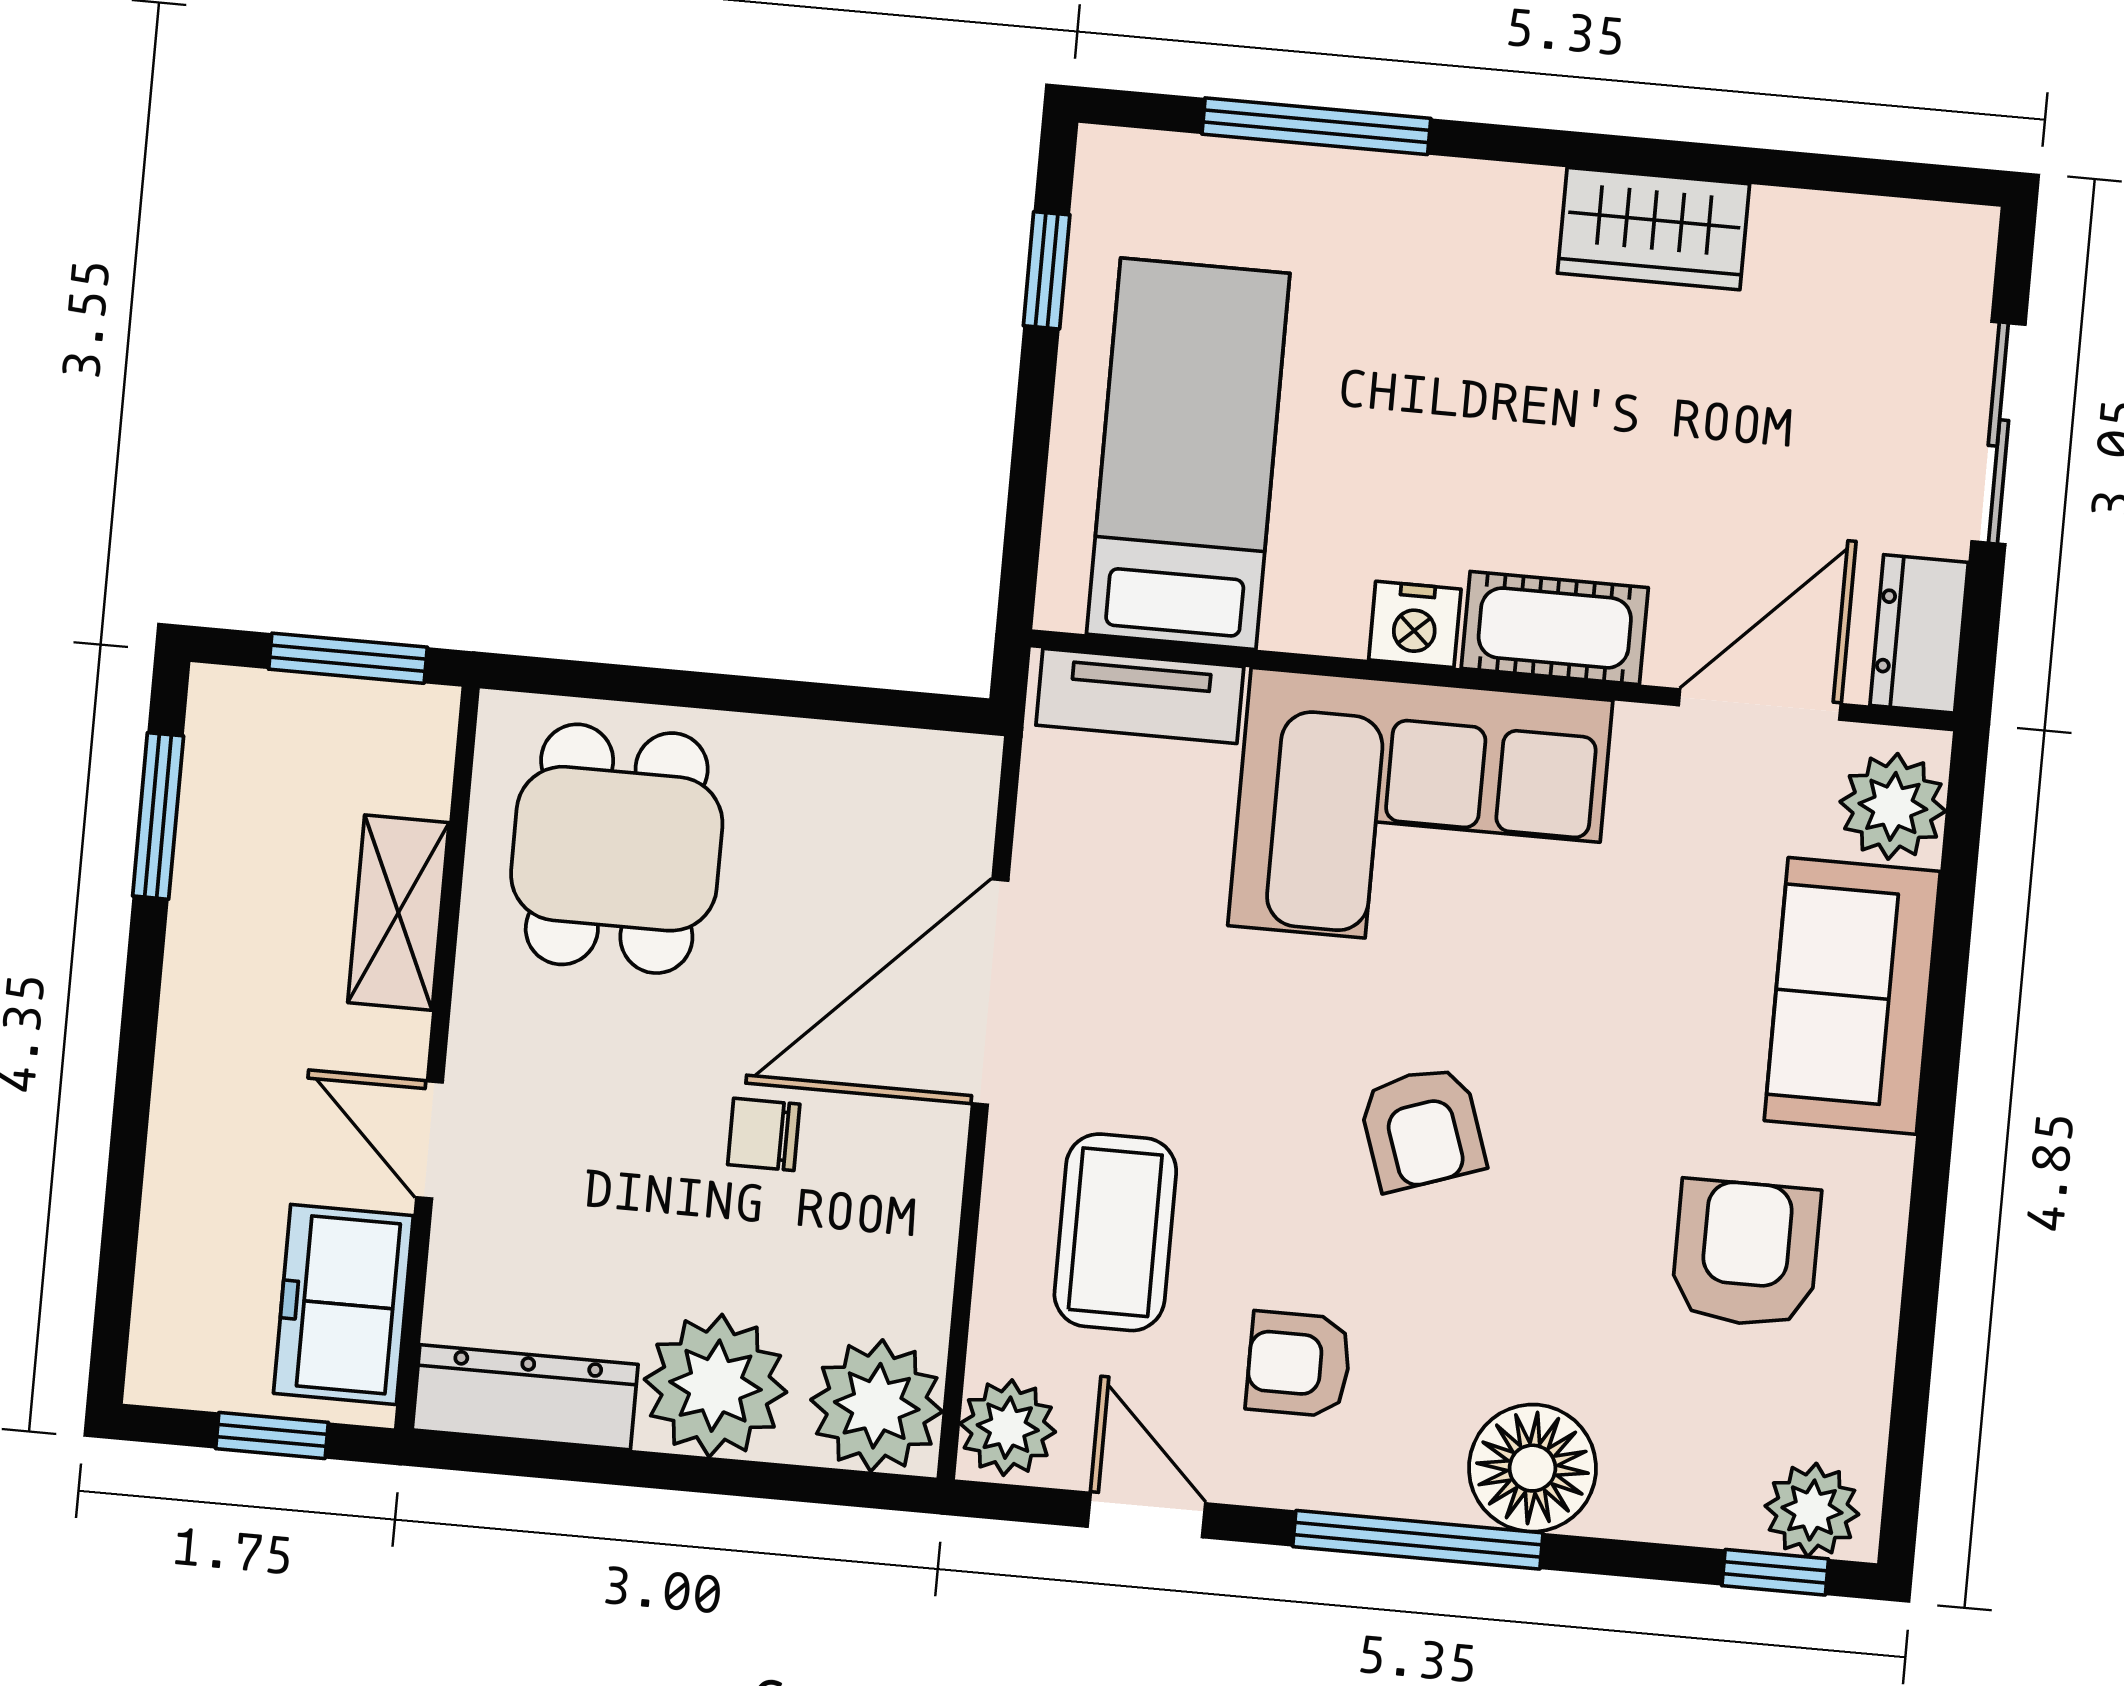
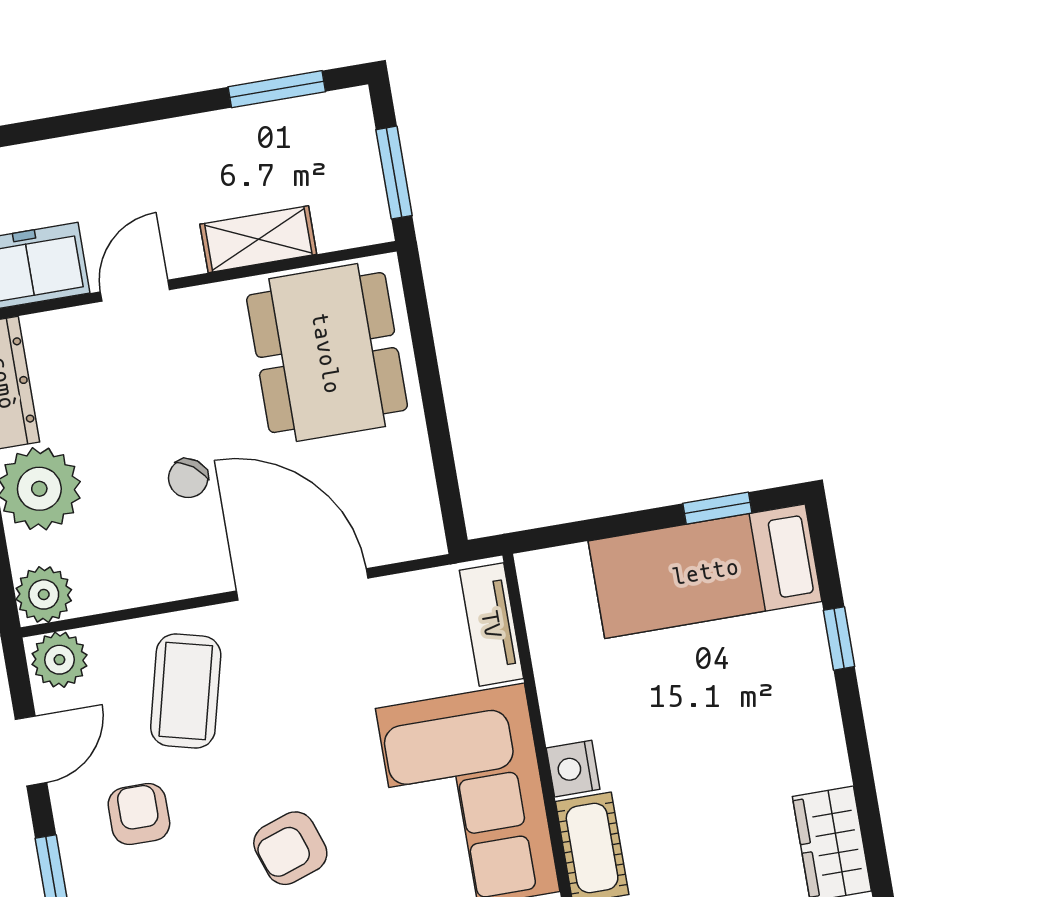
window: (1316, 126) -> (839, 638), width x0.46
bed: (1188, 454) -> (705, 571), moved, turned 180
dining table: (617, 849) -> (327, 353), width x1.37
chair: (764, 1134) -> (188, 478), turned -143
coffee table: (1115, 1232) -> (186, 691), turned -76
plant: (877, 1406) -> (44, 594), width x0.73, depth x0.73

